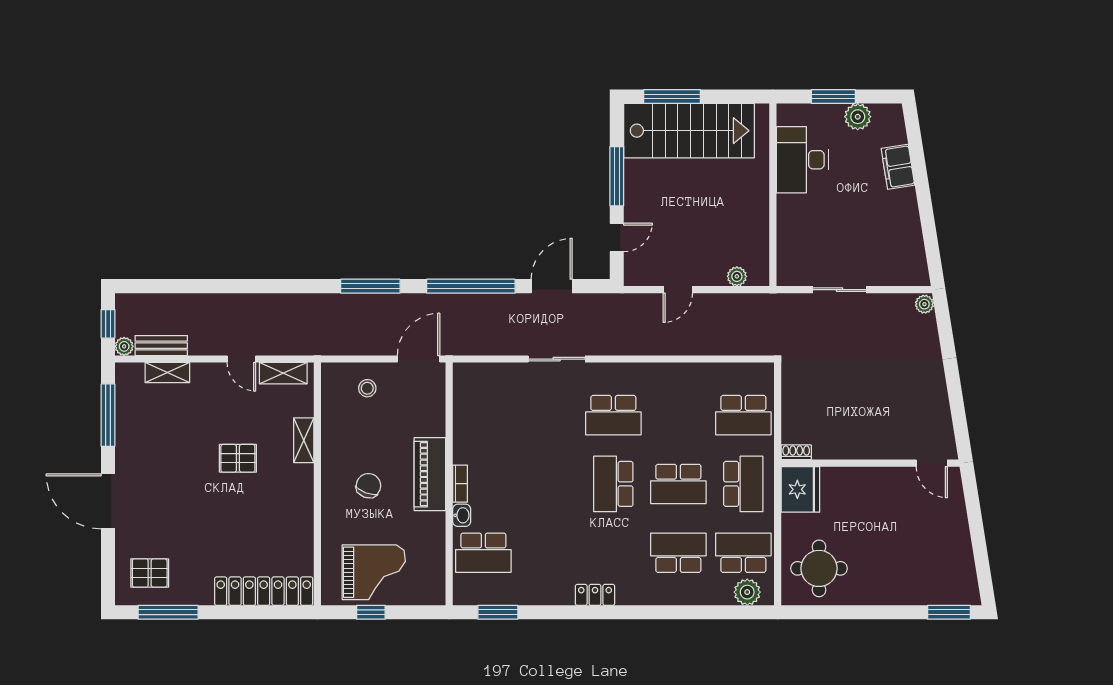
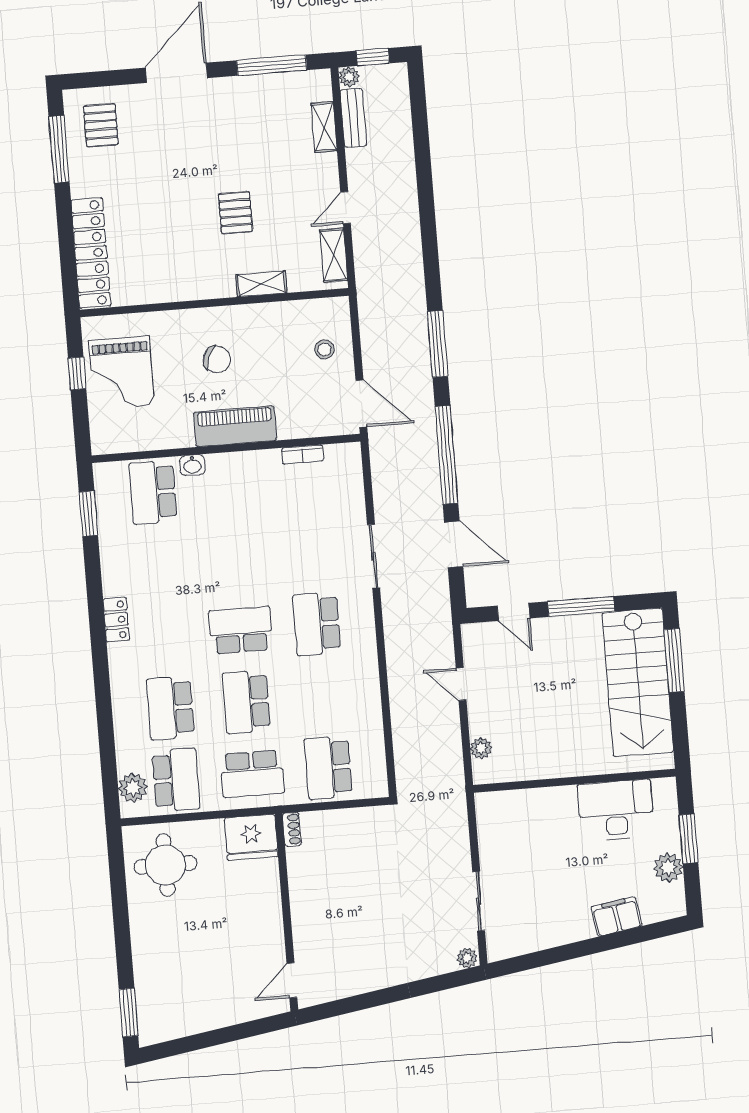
sliding door: (840, 290) -> (479, 901), moved
bookcase: (460, 484) -> (303, 454), moved
school desk: (678, 553) -> (170, 708), turned 180

